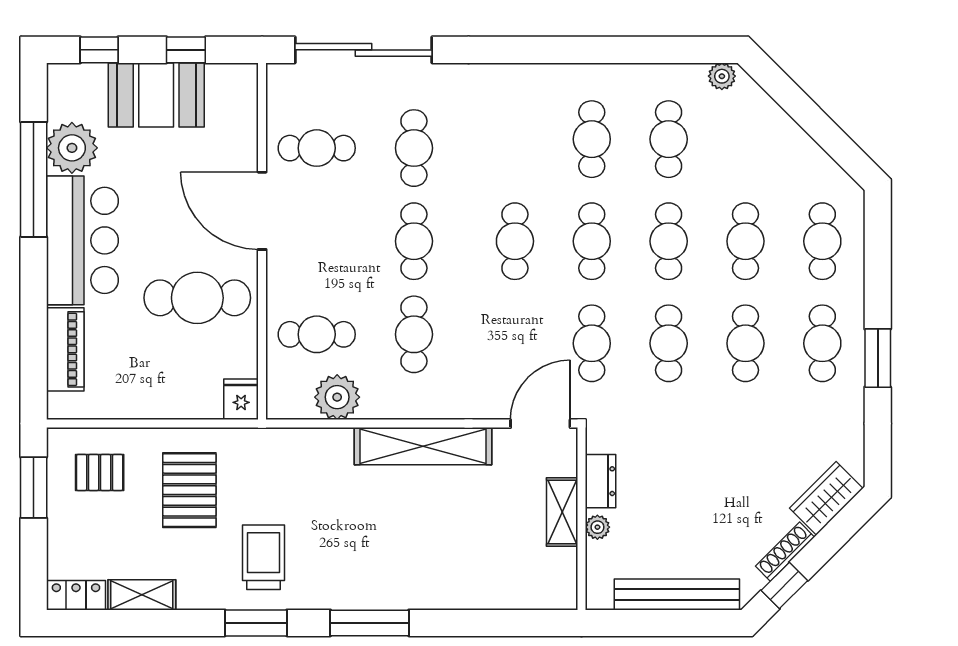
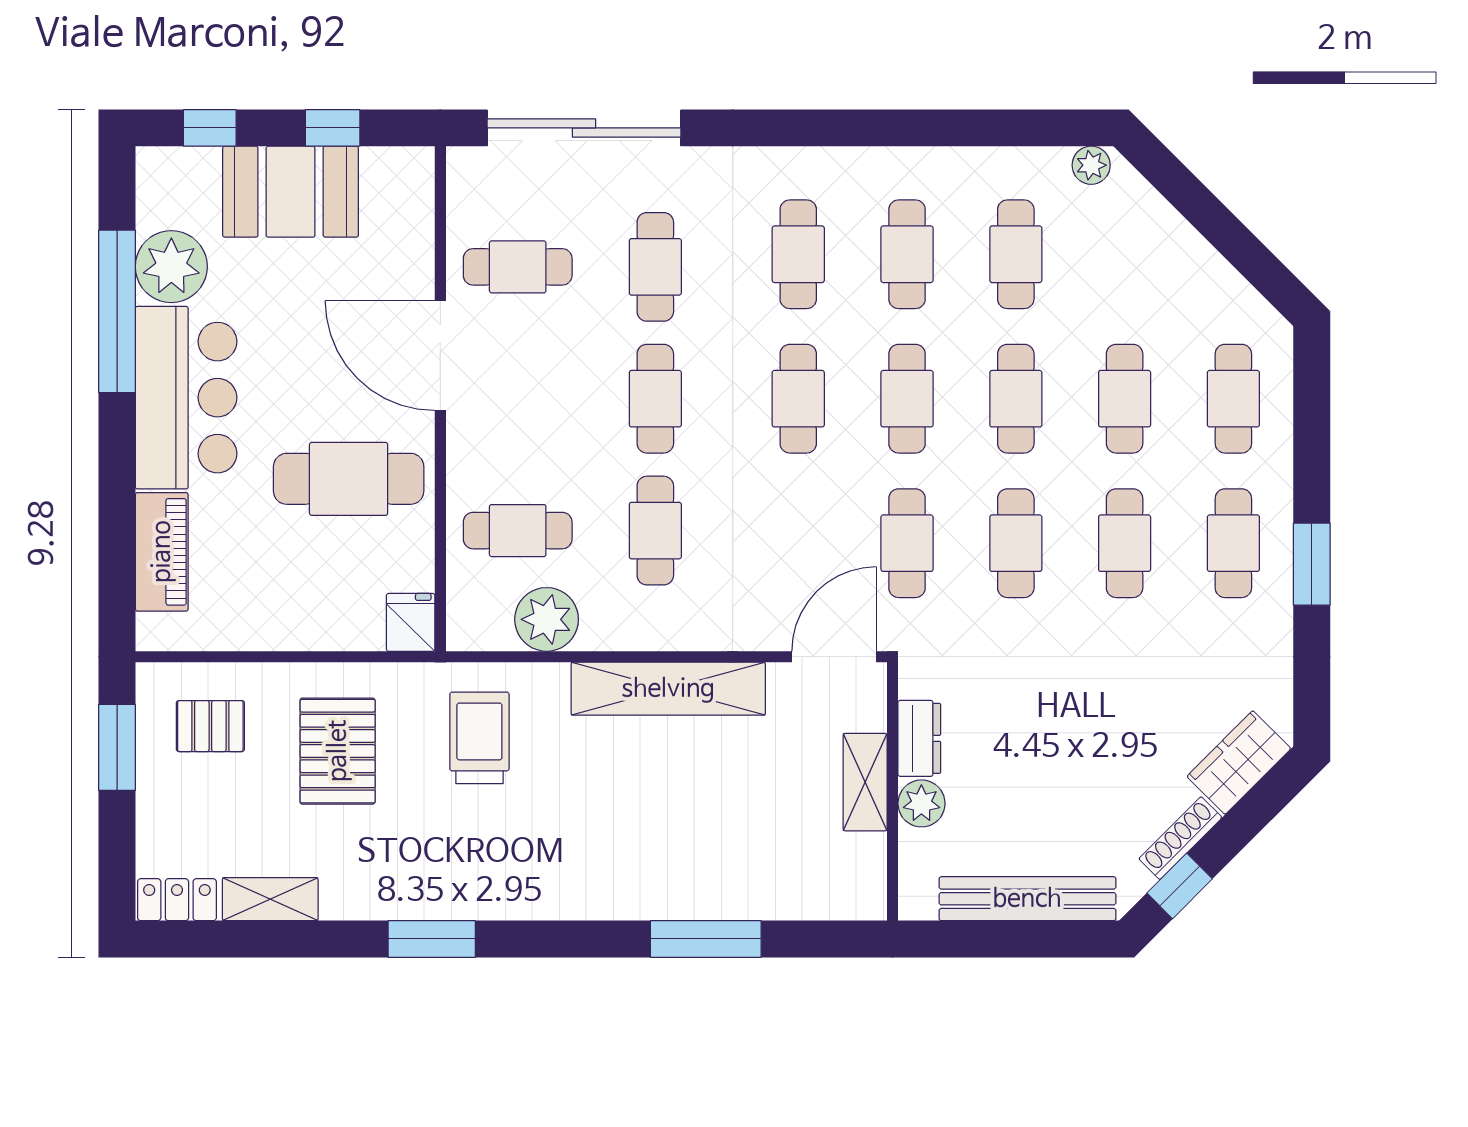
cafe table: (515, 139) -> (798, 254), added
plant: (597, 527) -> (921, 803), width x1.38, depth x1.38
trolley: (263, 557) -> (479, 738), moved
window: (370, 623) -> (706, 939), moved

